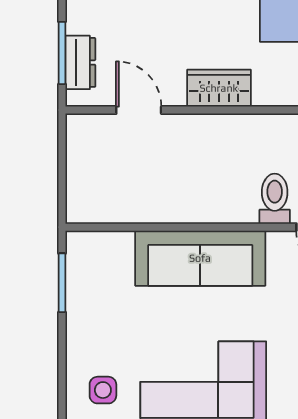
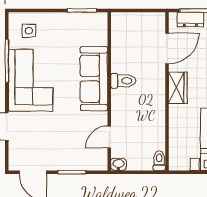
door: (139, 110) -> (167, 48), width x1.38
toilet: (275, 199) -> (123, 81), moved

